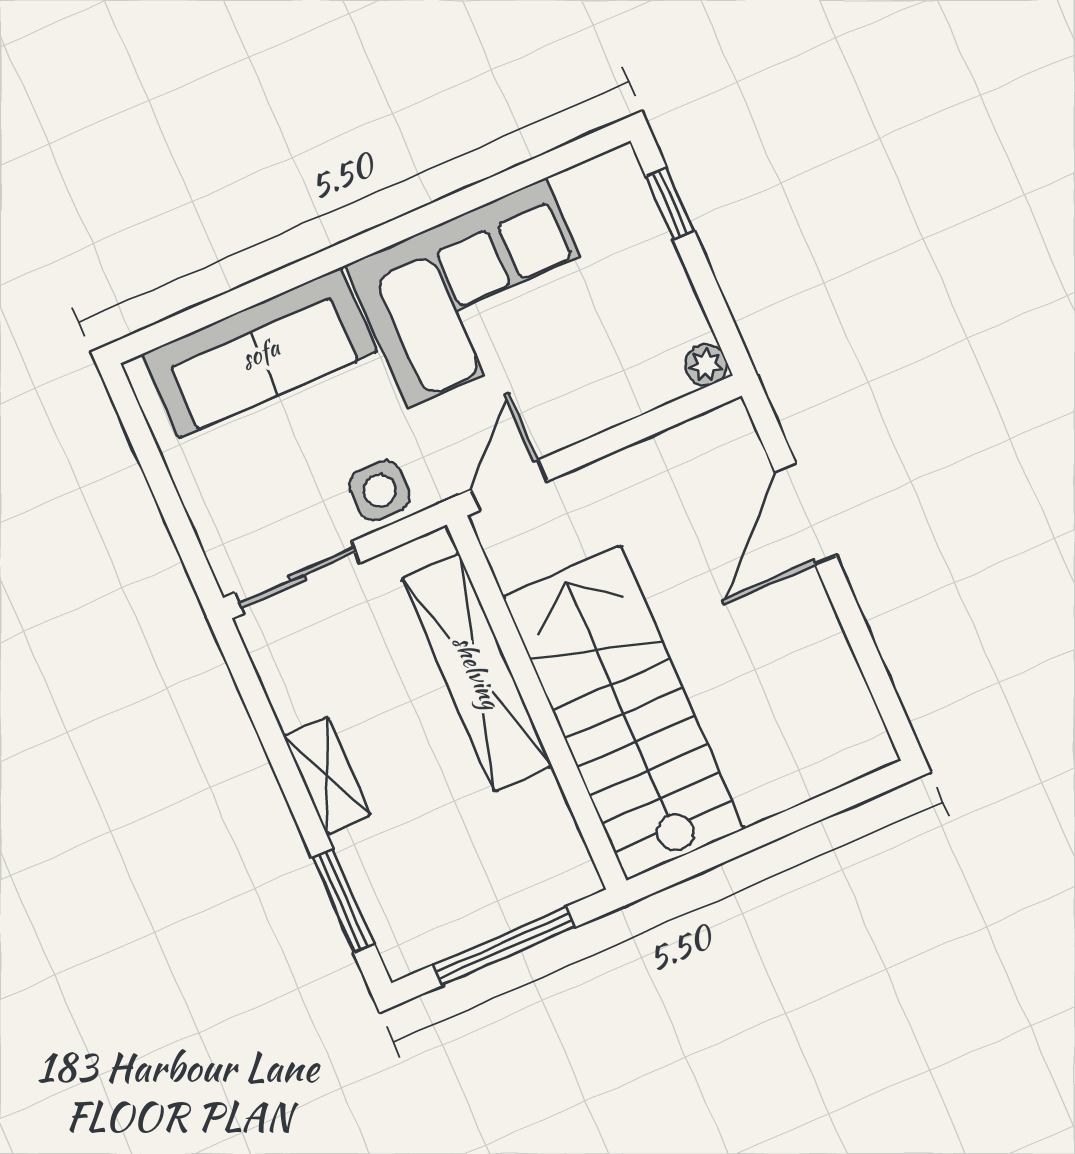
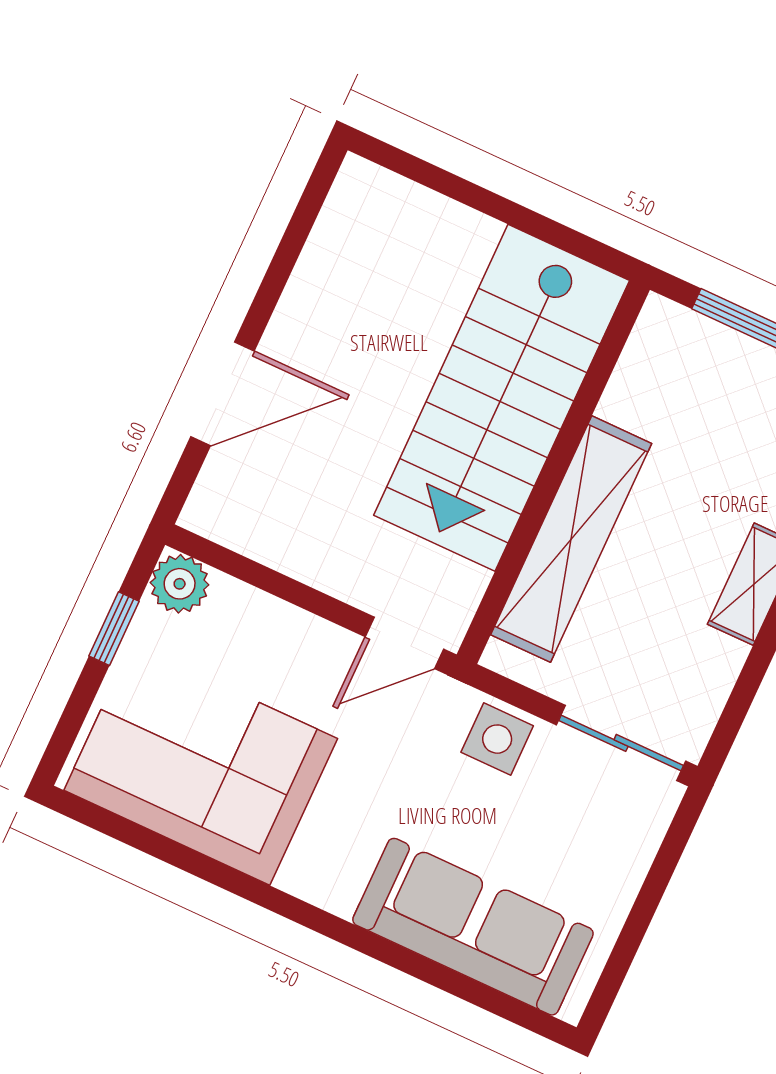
window: (670, 204) -> (114, 629), moved
corner sofa: (477, 293) -> (201, 764), moved
plant: (706, 365) -> (180, 584), width x1.38, depth x1.38

